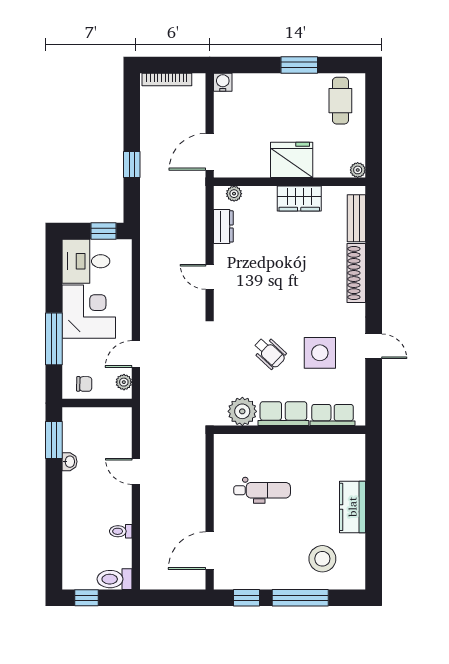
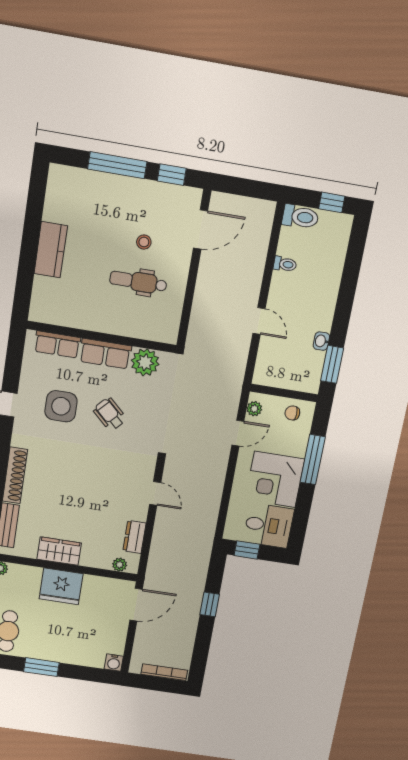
stool: (322, 559) -> (144, 242), moved, width x0.53, depth x0.53

